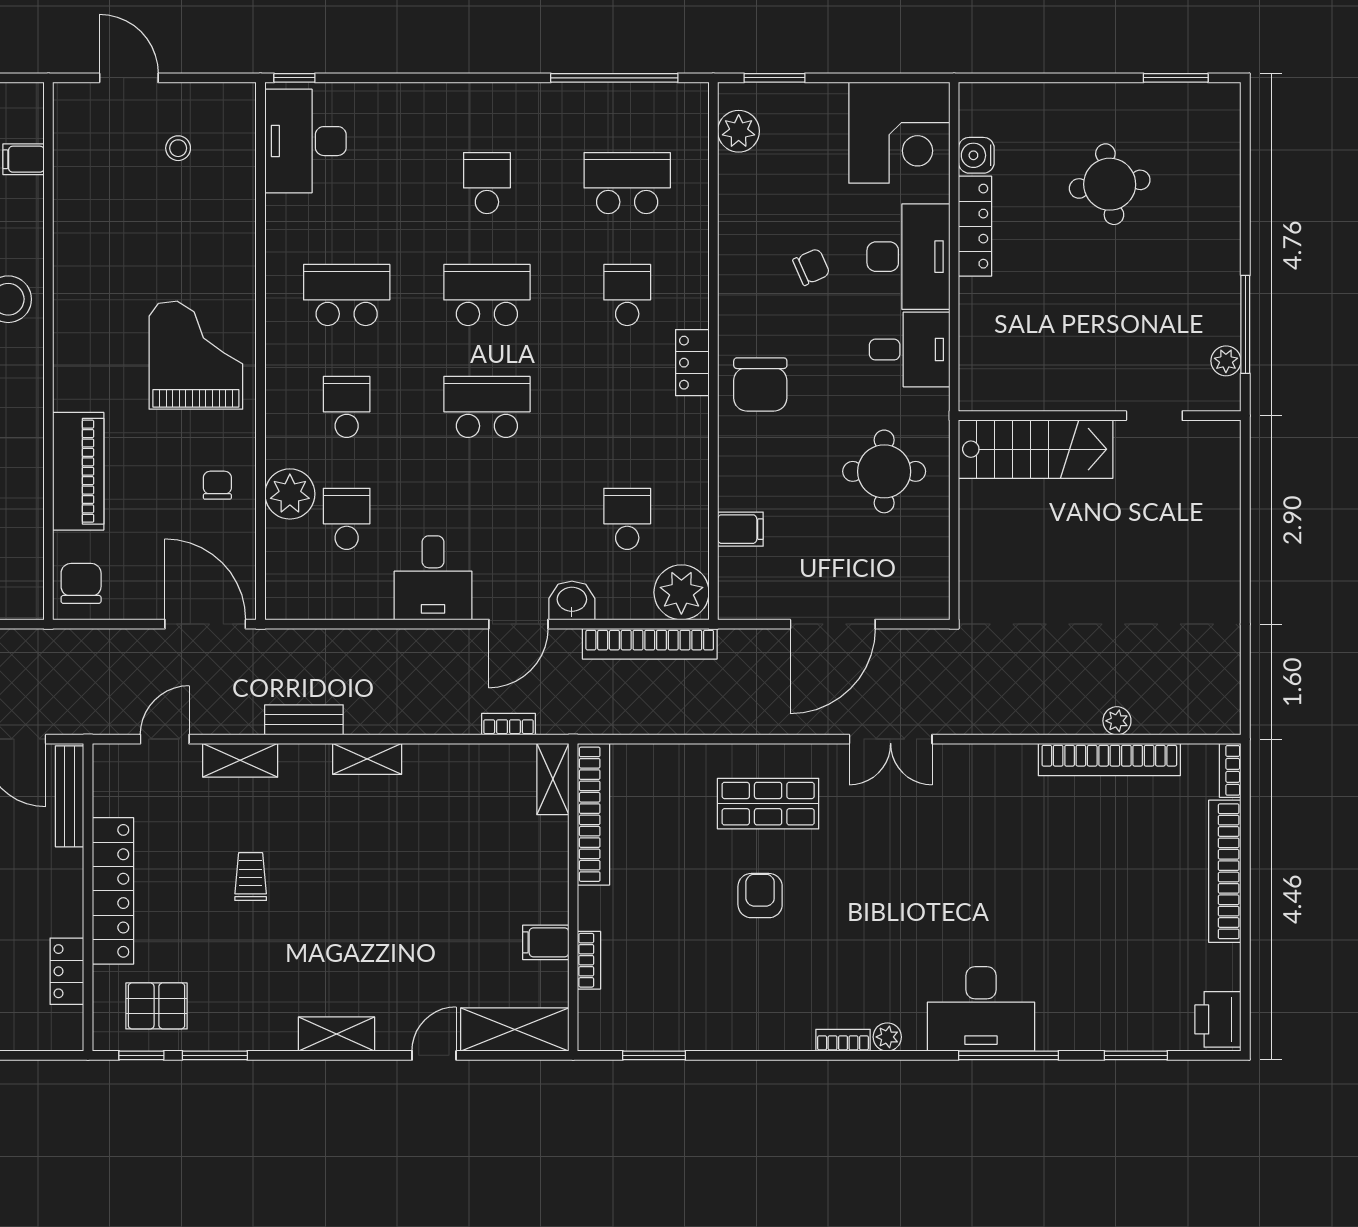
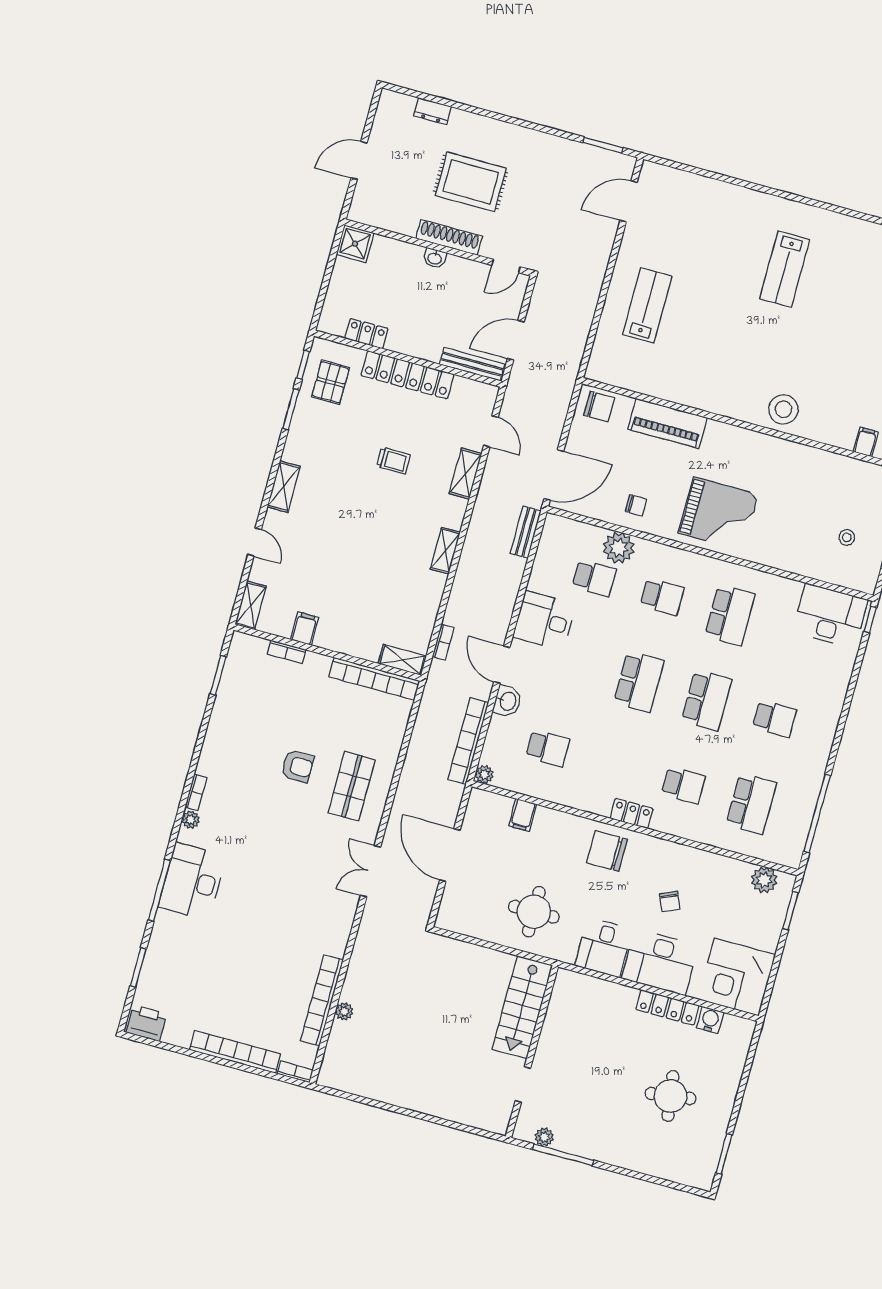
plant: (681, 592) -> (484, 774), width x0.53, depth x0.53
bench: (304, 720) -> (526, 532), moved
shelving: (515, 1029) -> (251, 605), width x0.67, depth x0.75

